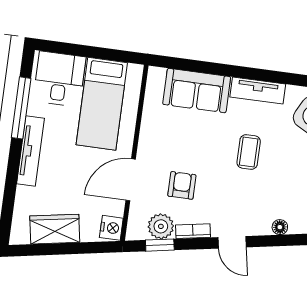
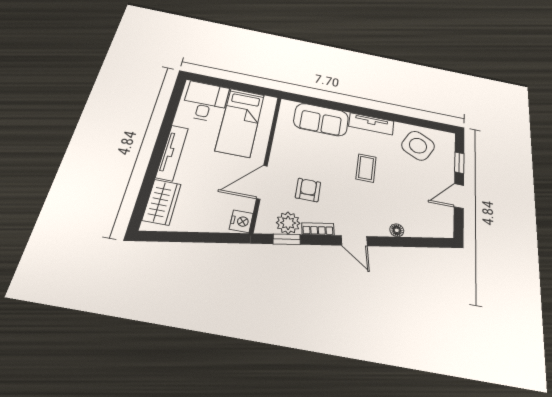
window: (21, 108) -> (169, 119), removed
wardrobe: (55, 229) -> (162, 202), moved, turned 100

